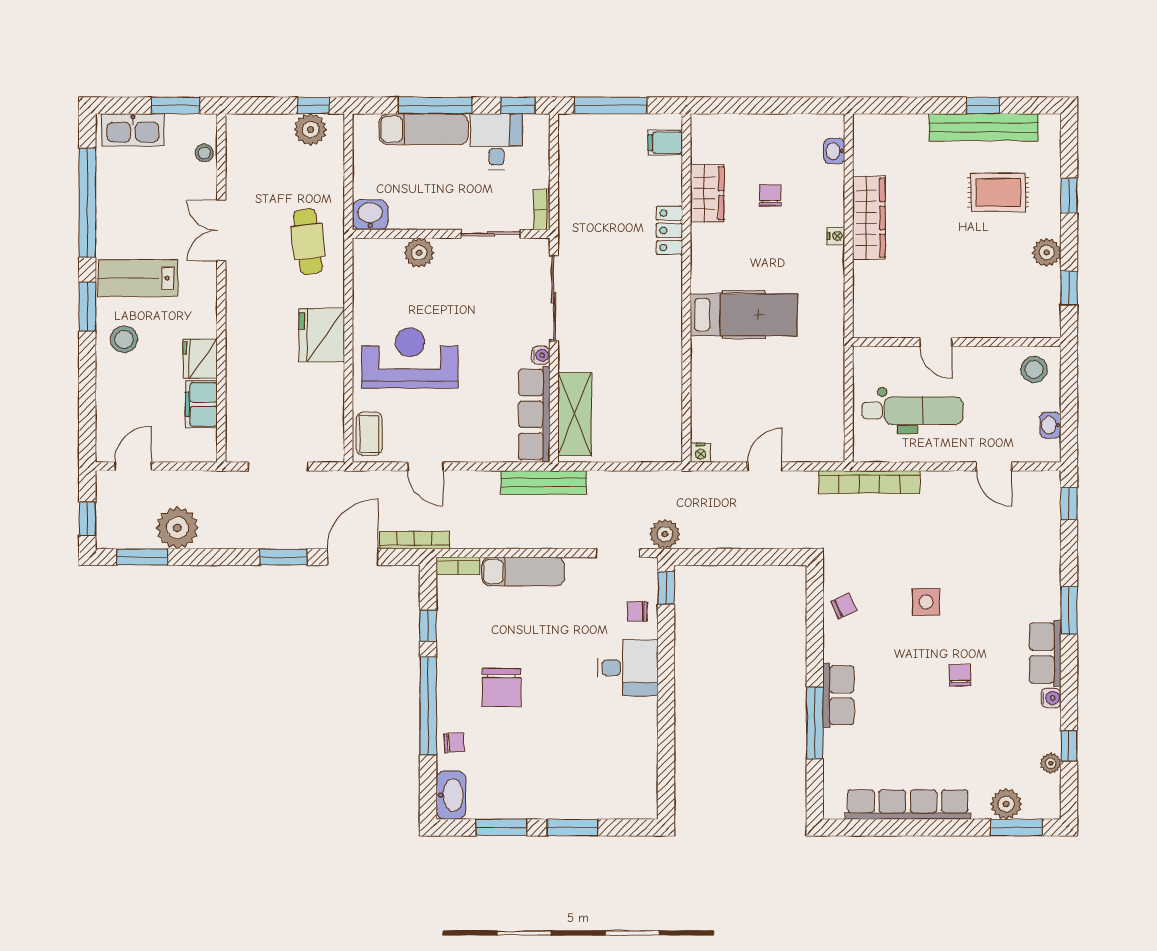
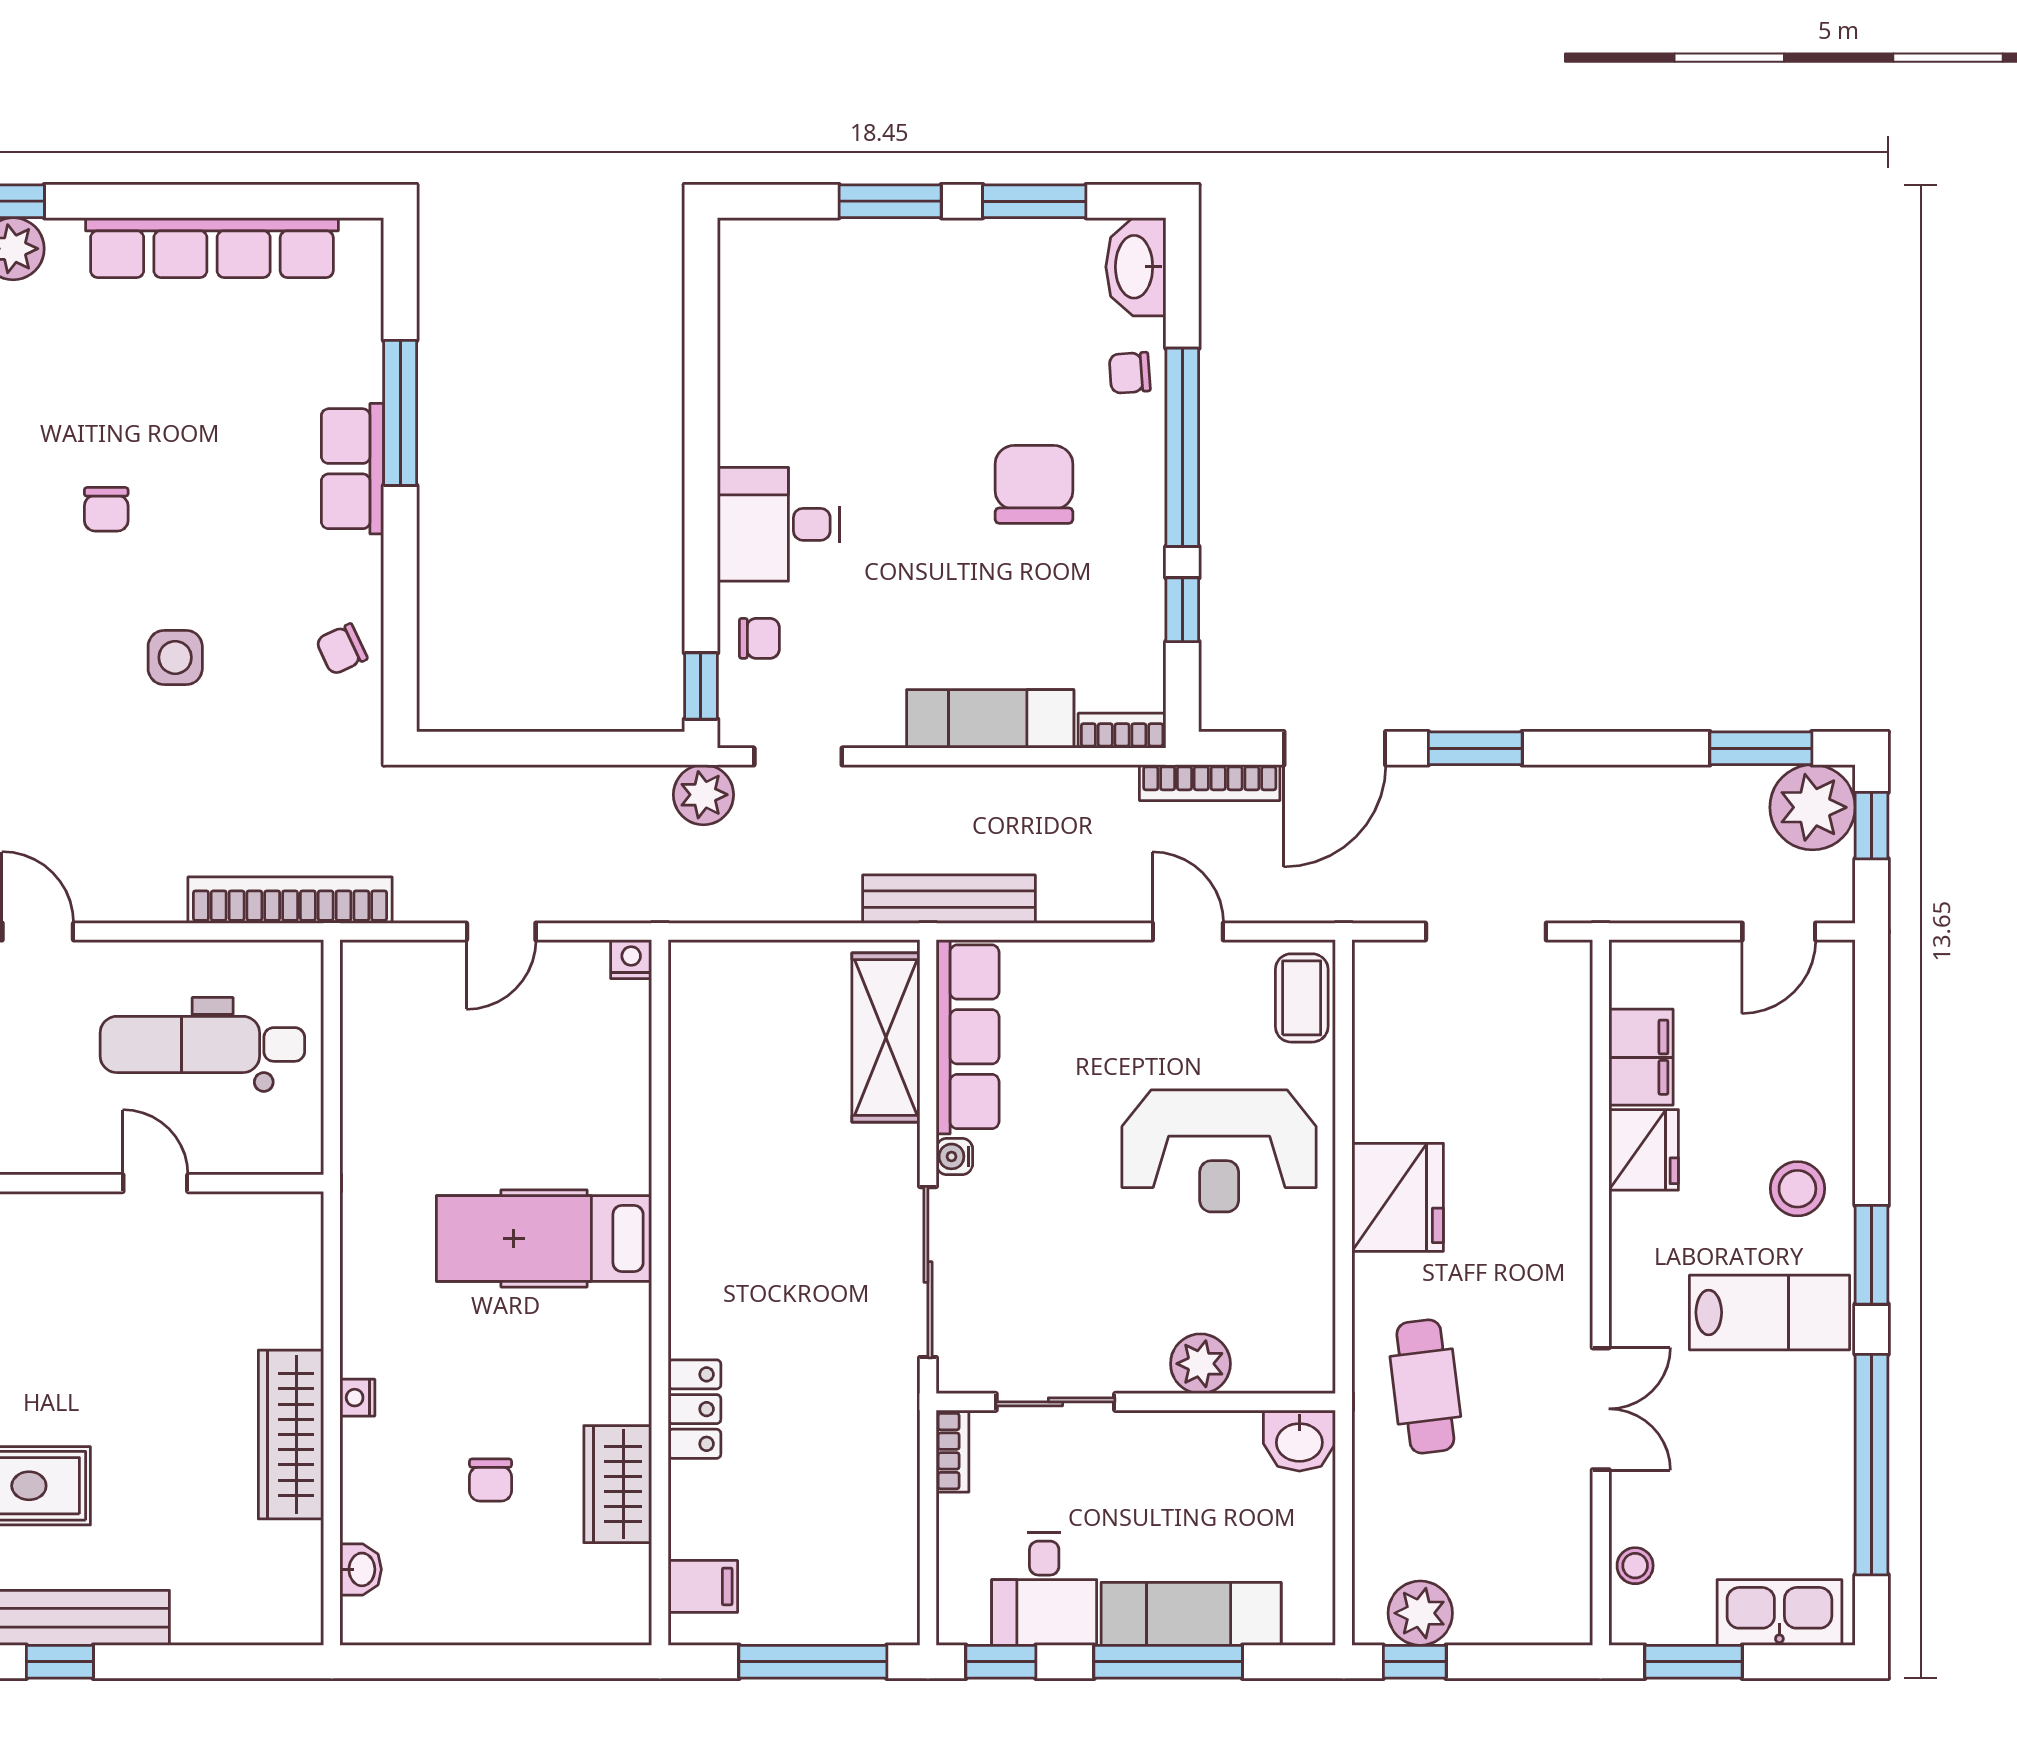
plant: (177, 528) -> (1812, 807), moved

